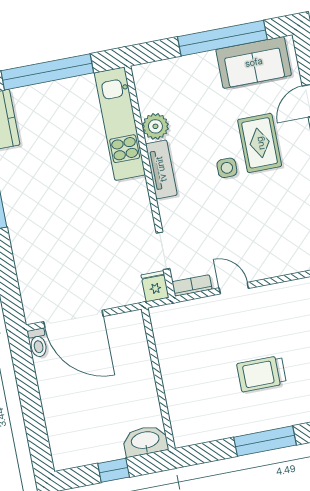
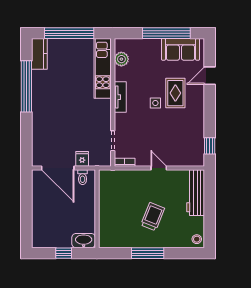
plant: (155, 126) -> (121, 59), moved
fridge: (155, 286) -> (82, 159), moved
door: (234, 288) -> (159, 168), moved
toilet: (38, 343) -> (83, 177), moved
trolley: (262, 374) -> (153, 217), turned 112

